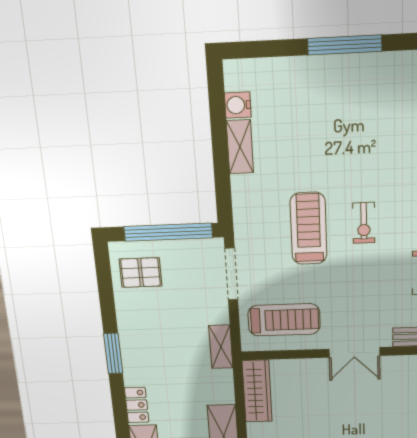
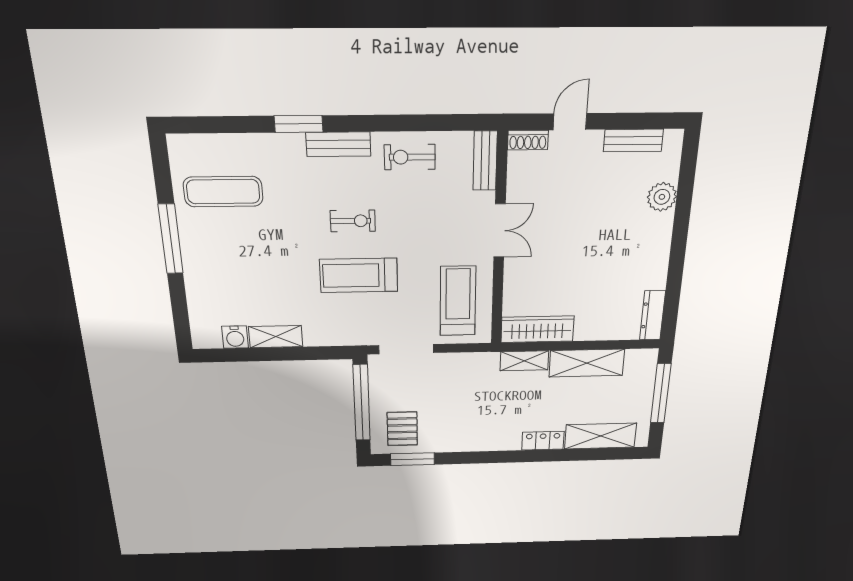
exercise mat: (394, 101) -> (223, 192), added
shelving: (221, 347) -> (524, 361), moved
window: (113, 353) -> (412, 459), moved

